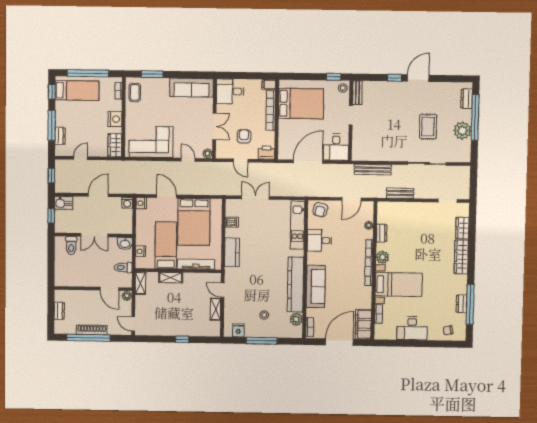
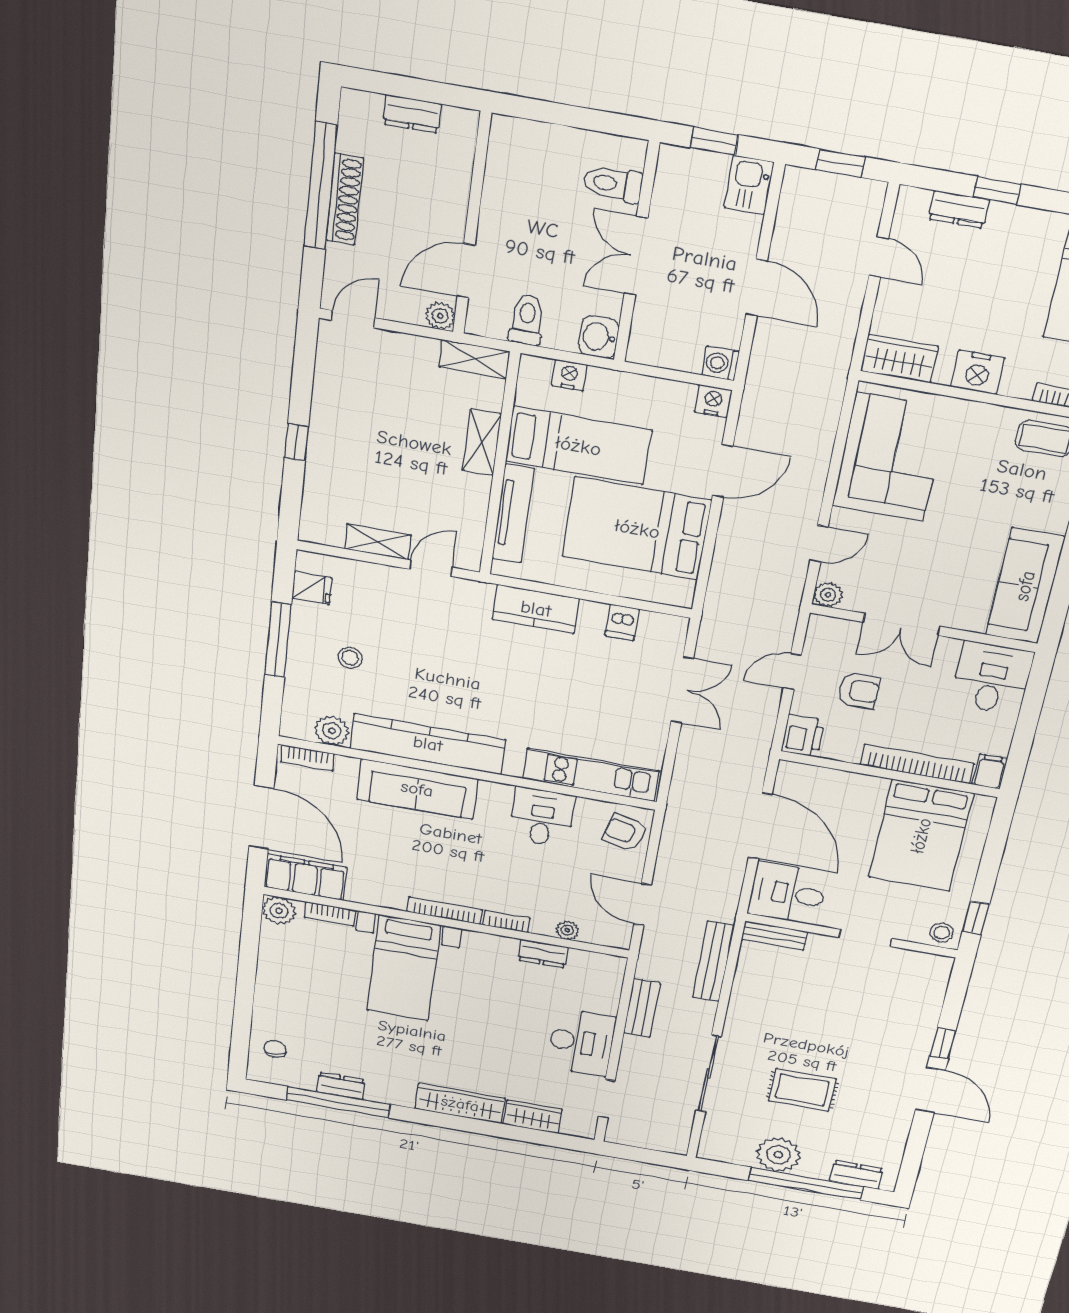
bench: (357, 93) -> (774, 936), moved
window: (52, 125) -> (997, 191), width x0.46
plant: (382, 257) -> (279, 911), moved
desk: (412, 328) -> (581, 1042), moved, turned 180

